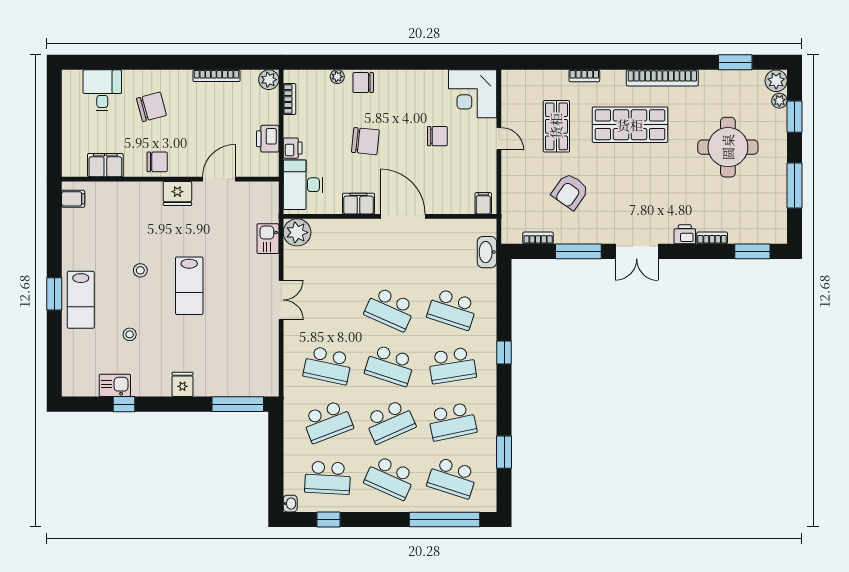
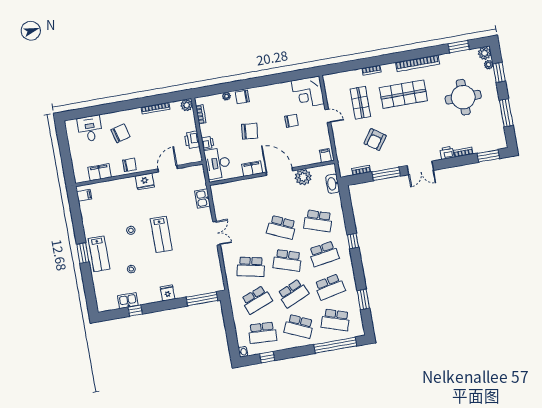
plant: (297, 232) -> (303, 177), moved

